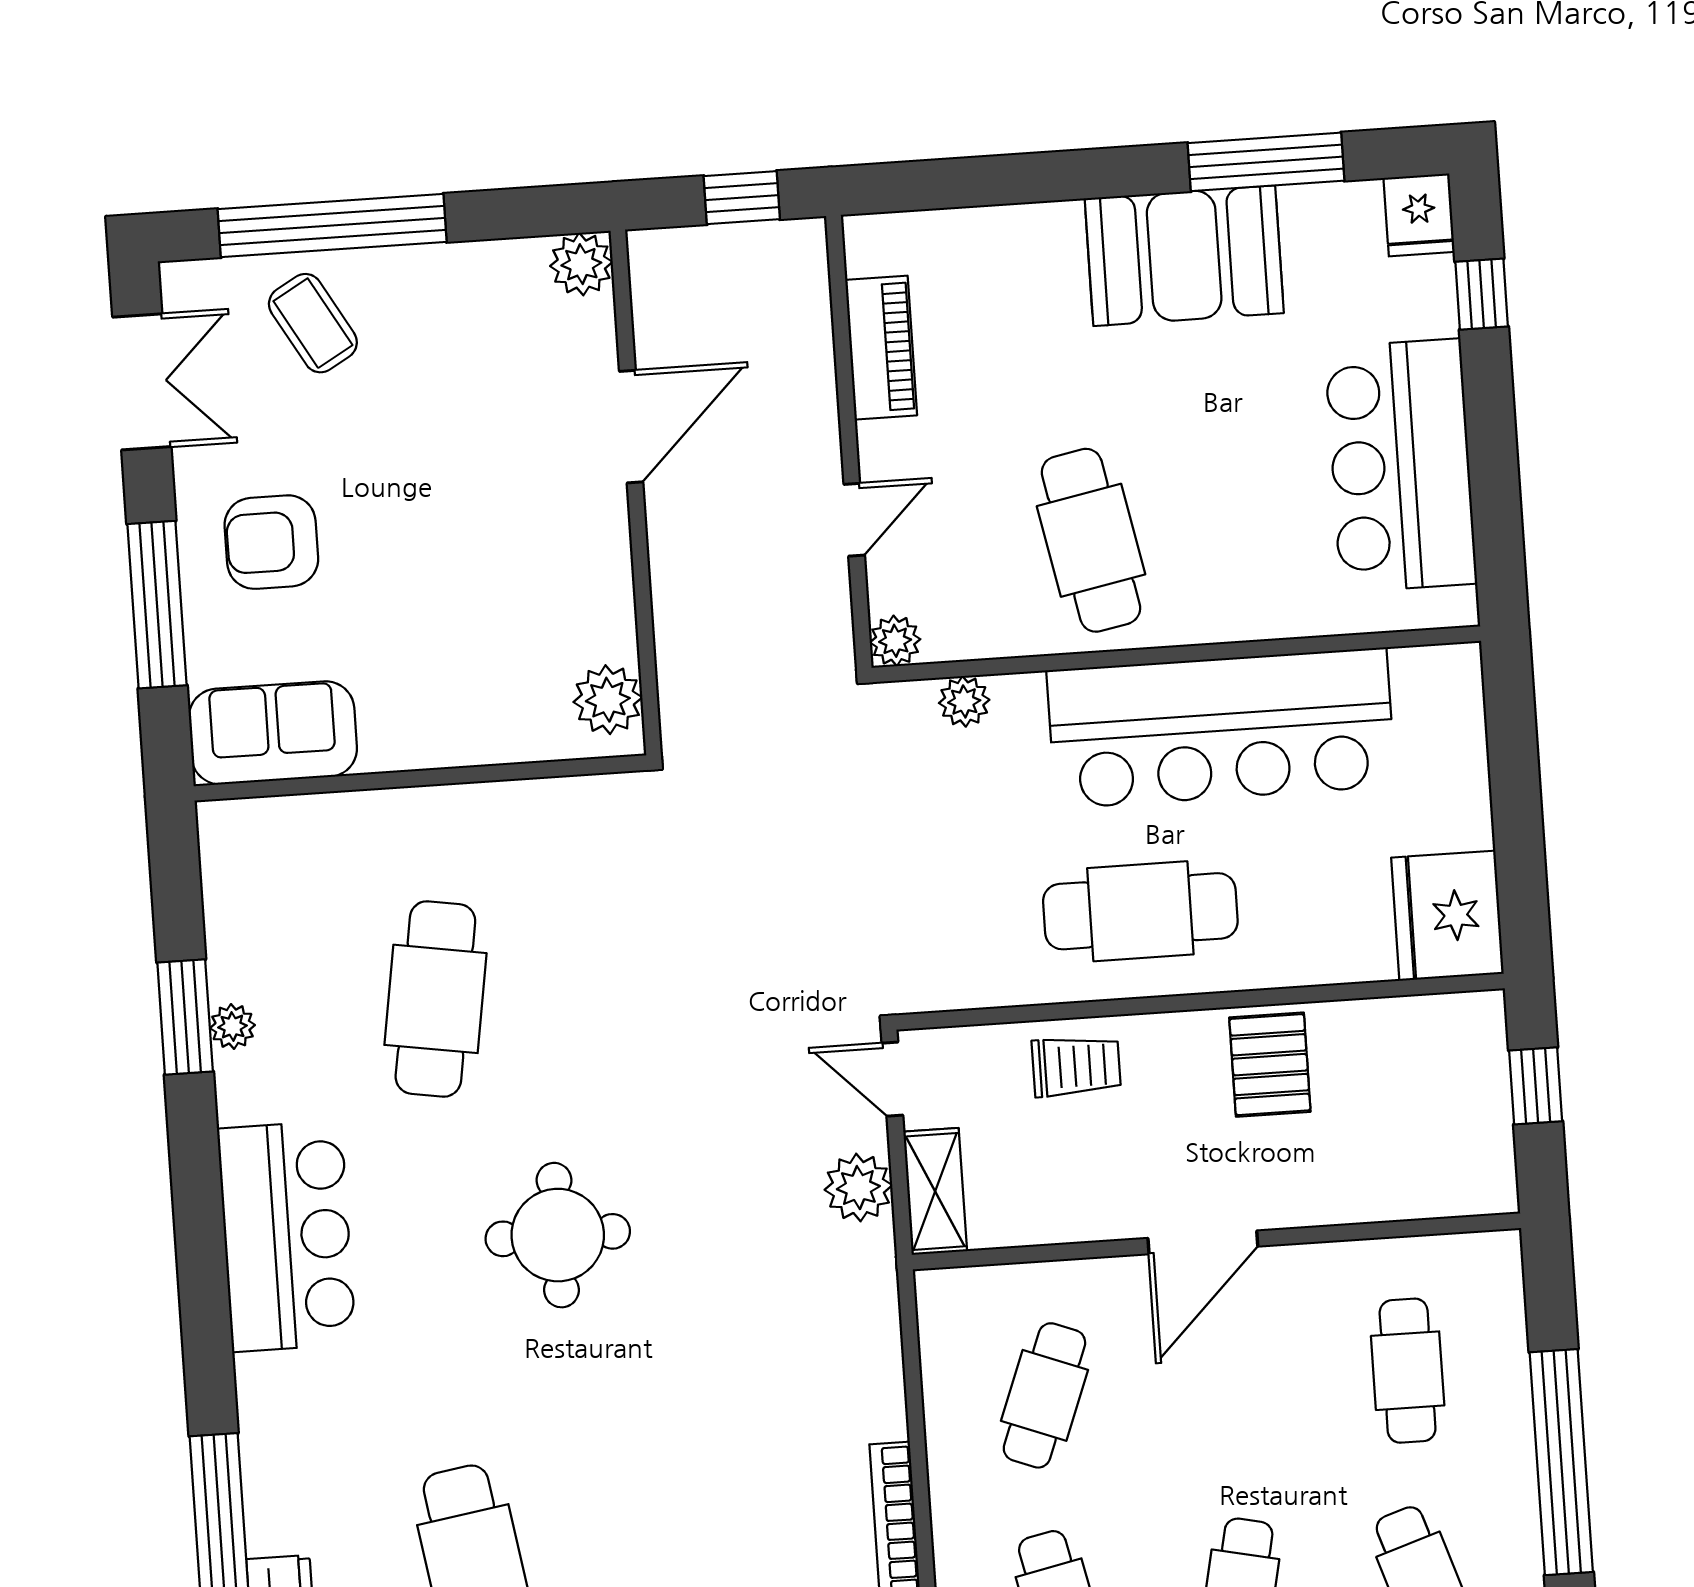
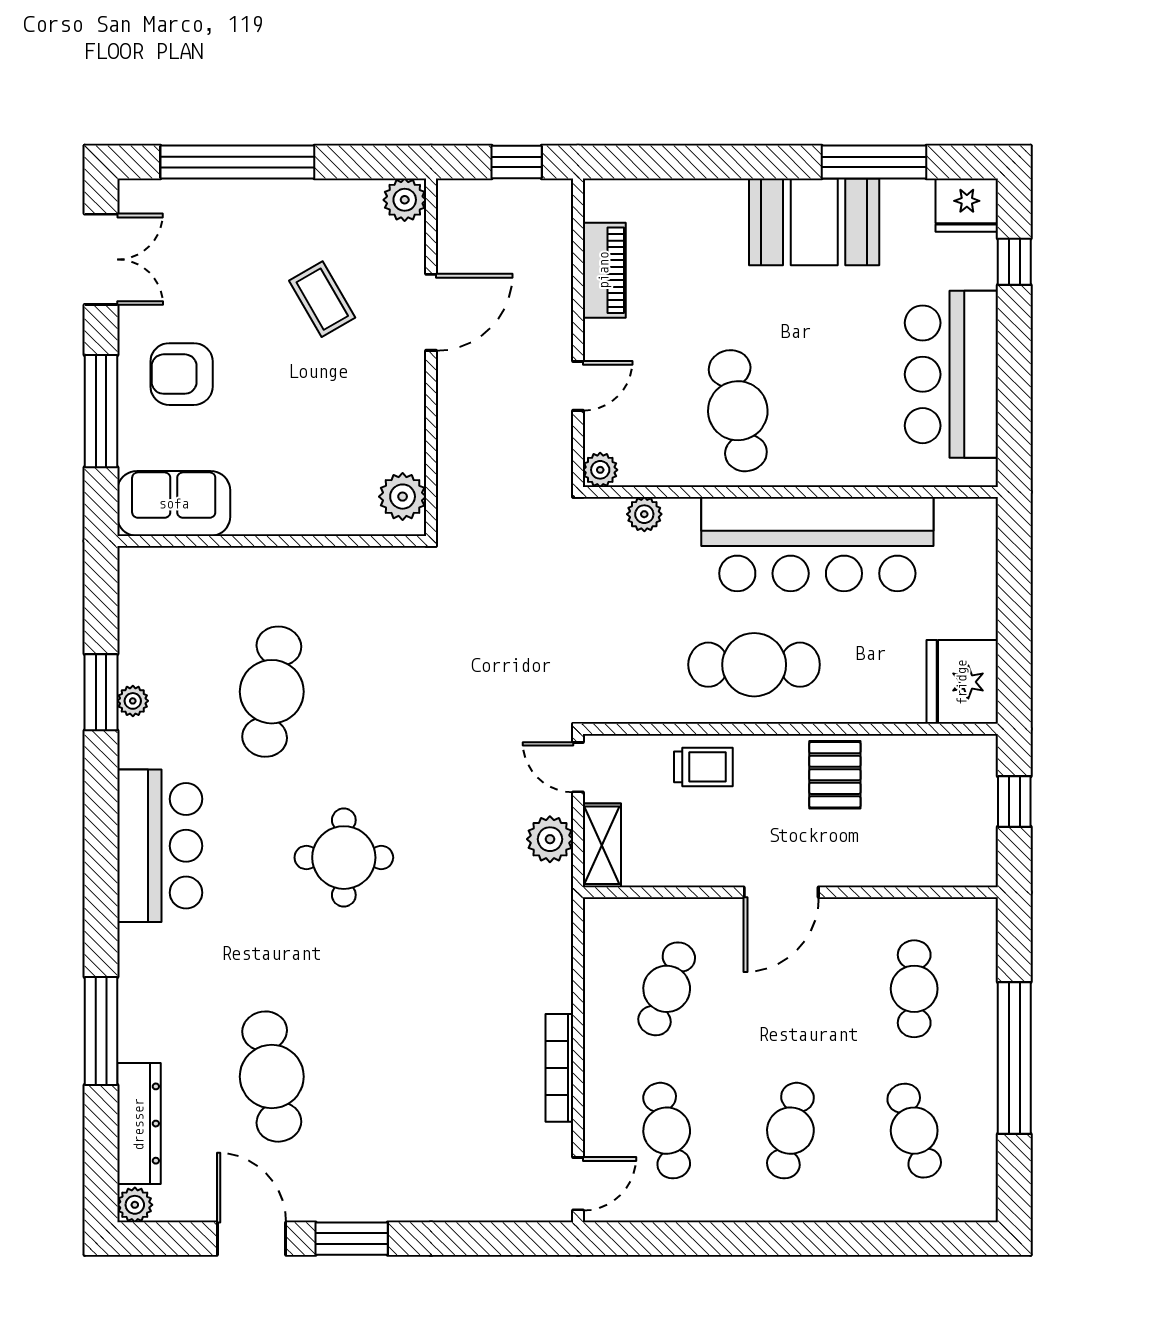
fridge: (1419, 215) -> (967, 205), width x1.38
coffee table: (313, 323) -> (322, 299), moved

